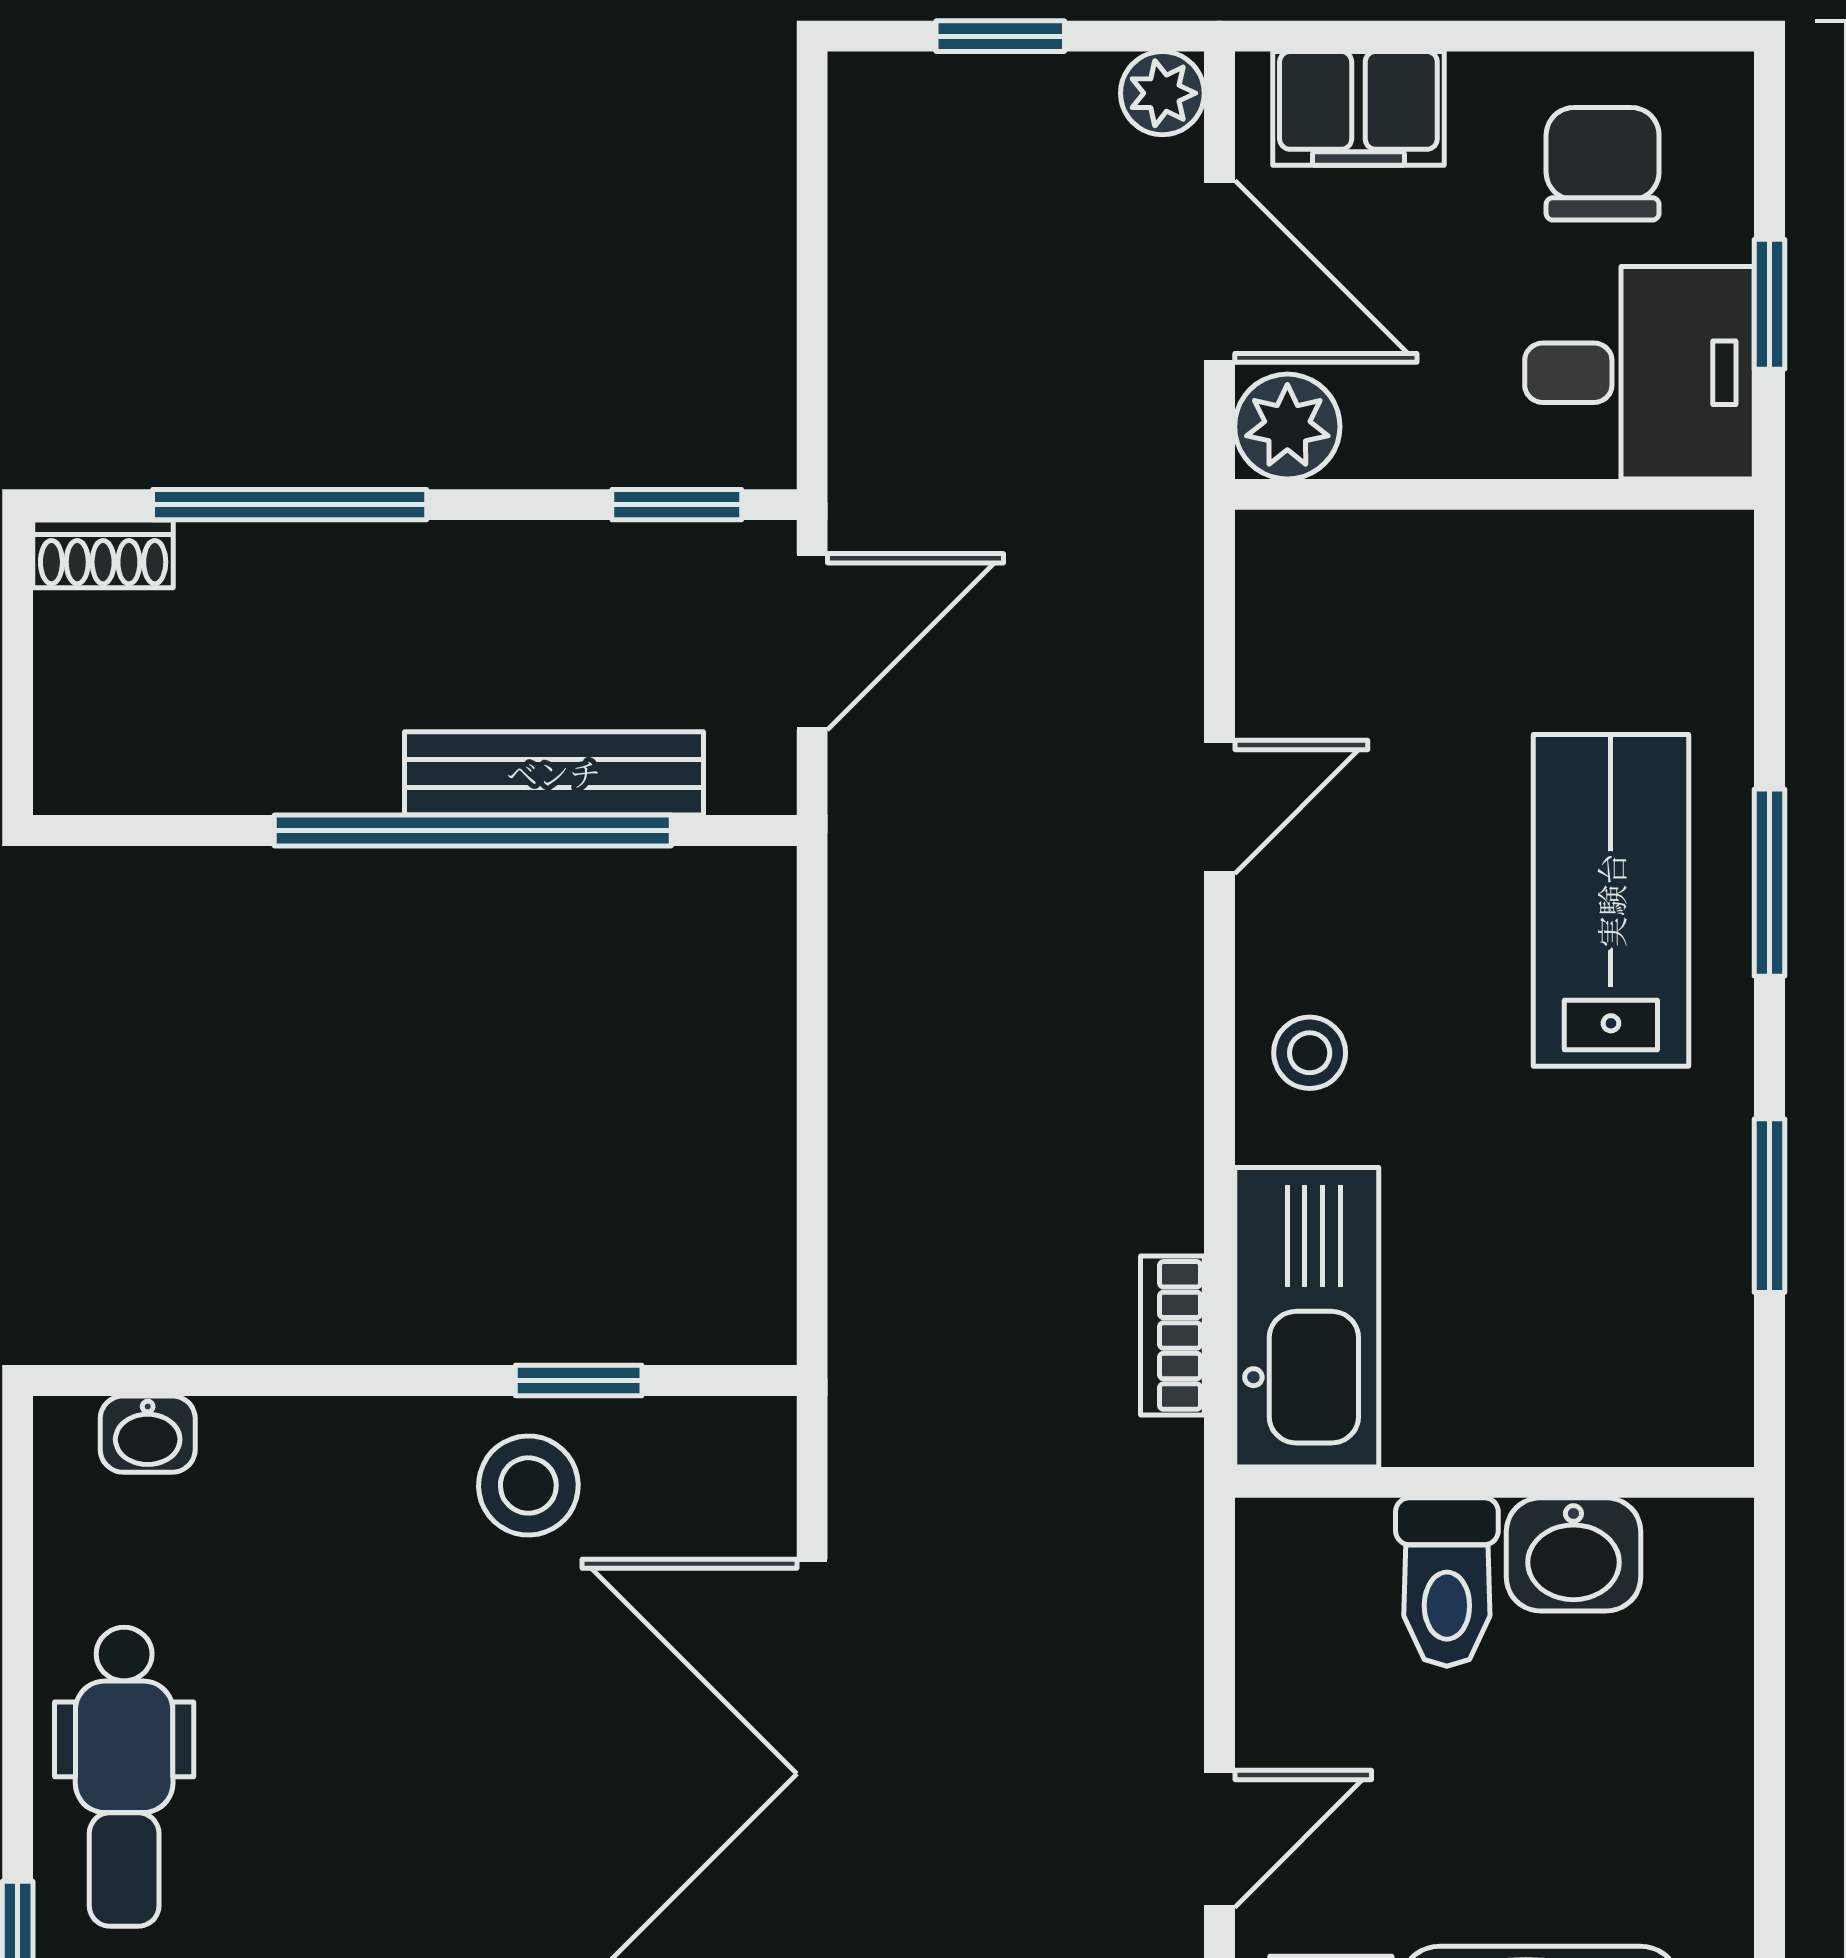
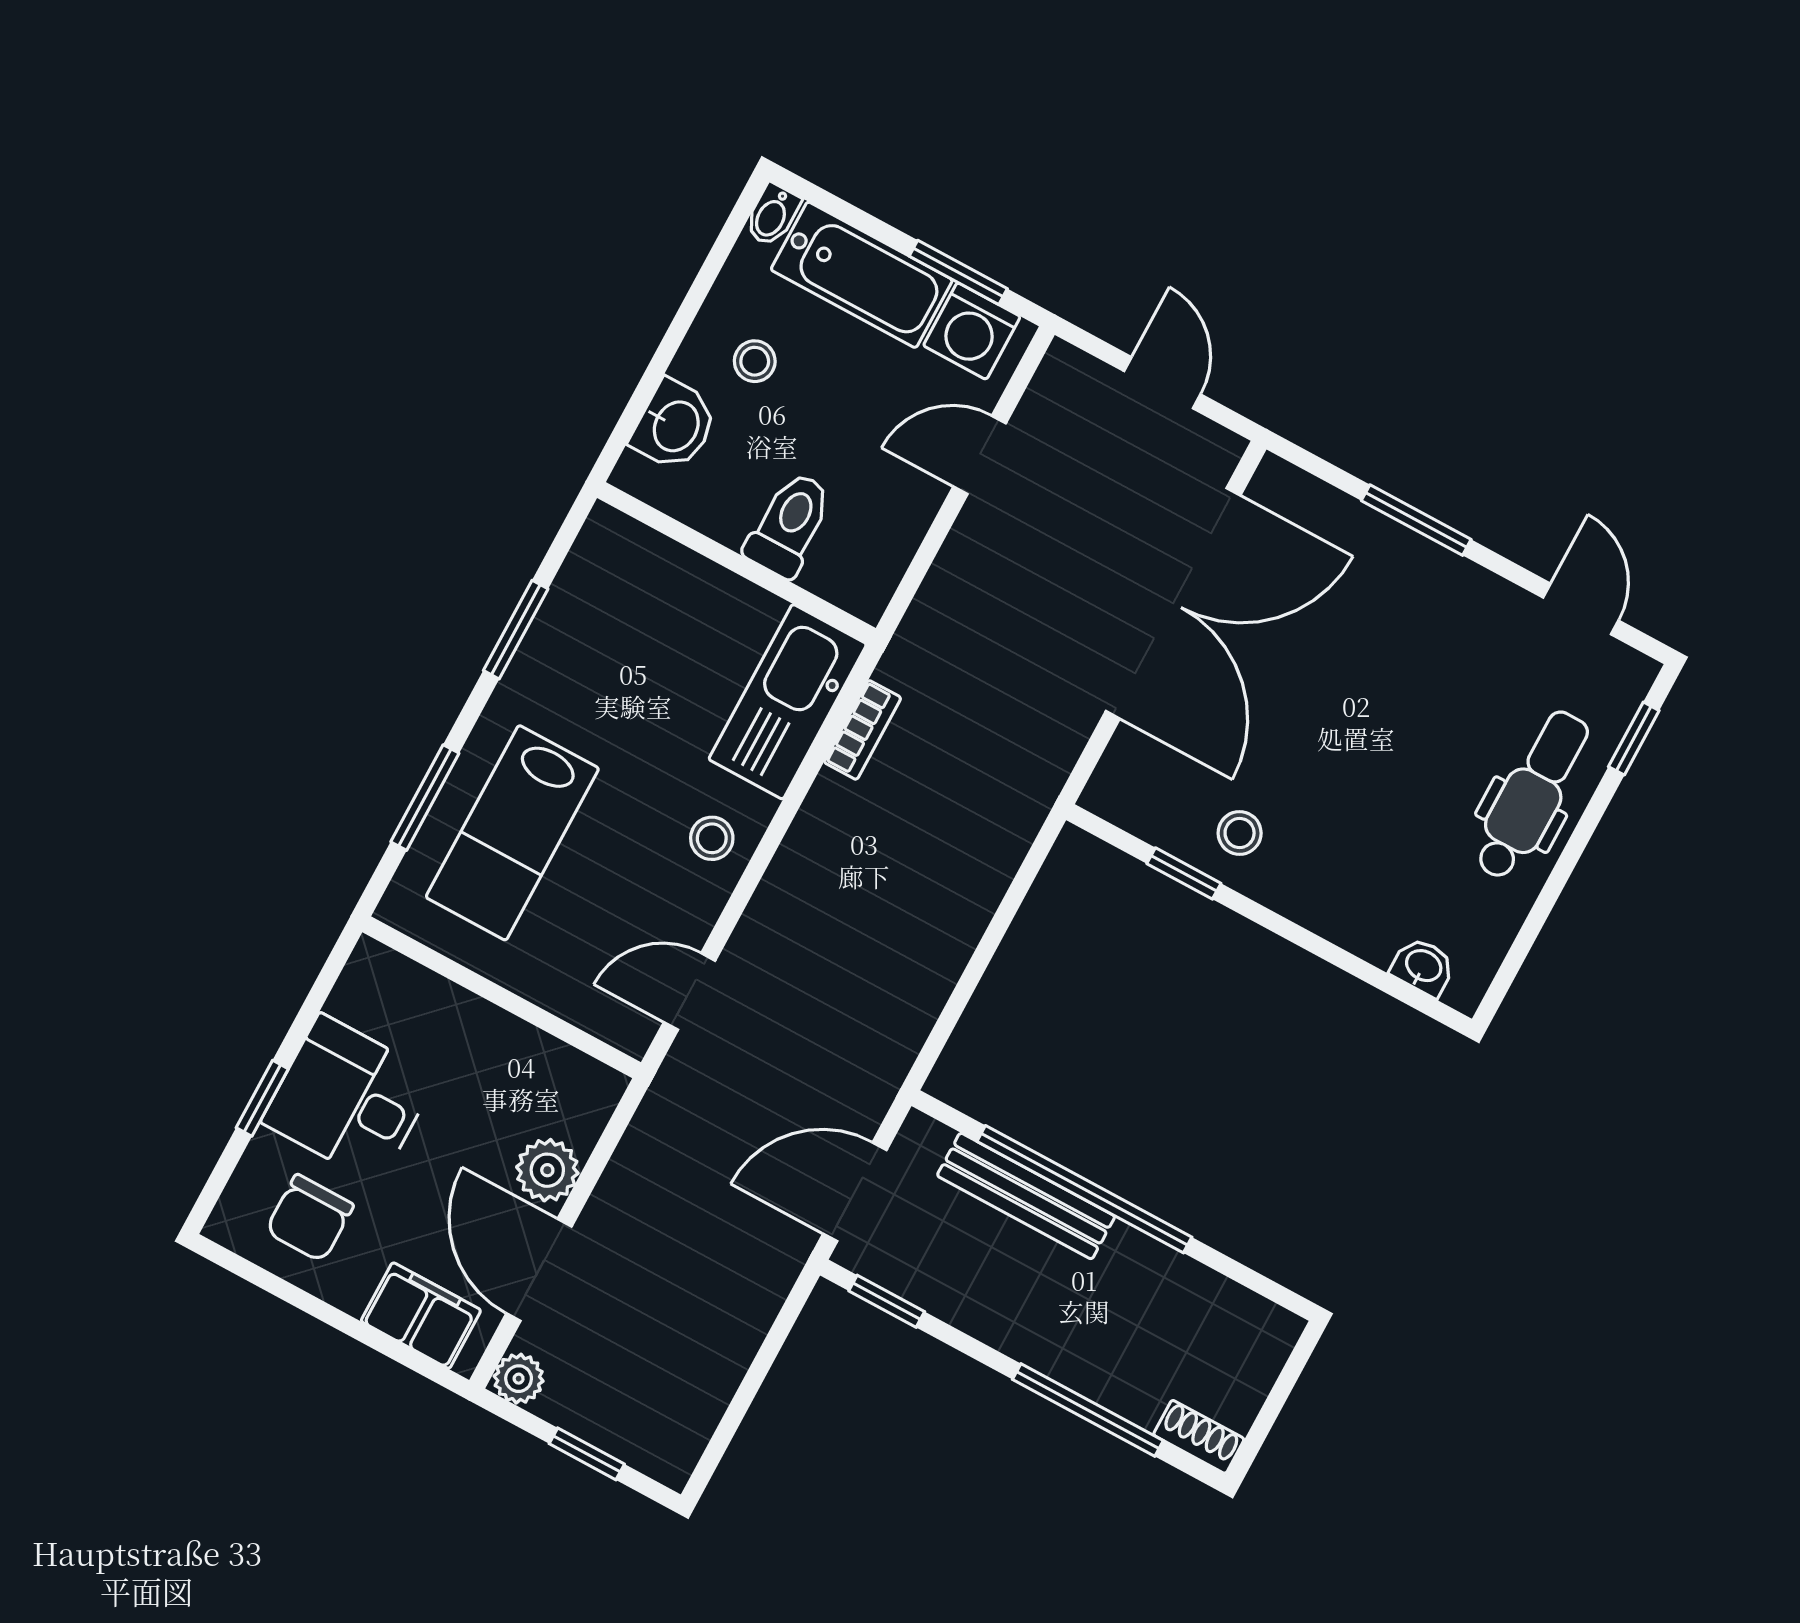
wall: (1494, 494) -> (502, 997), moved
stool: (528, 1486) -> (1240, 833), width x0.73, depth x0.73
washbasin: (1573, 1554) -> (674, 425), moved, turned 90
stool: (1630, 1798) -> (755, 361), added

